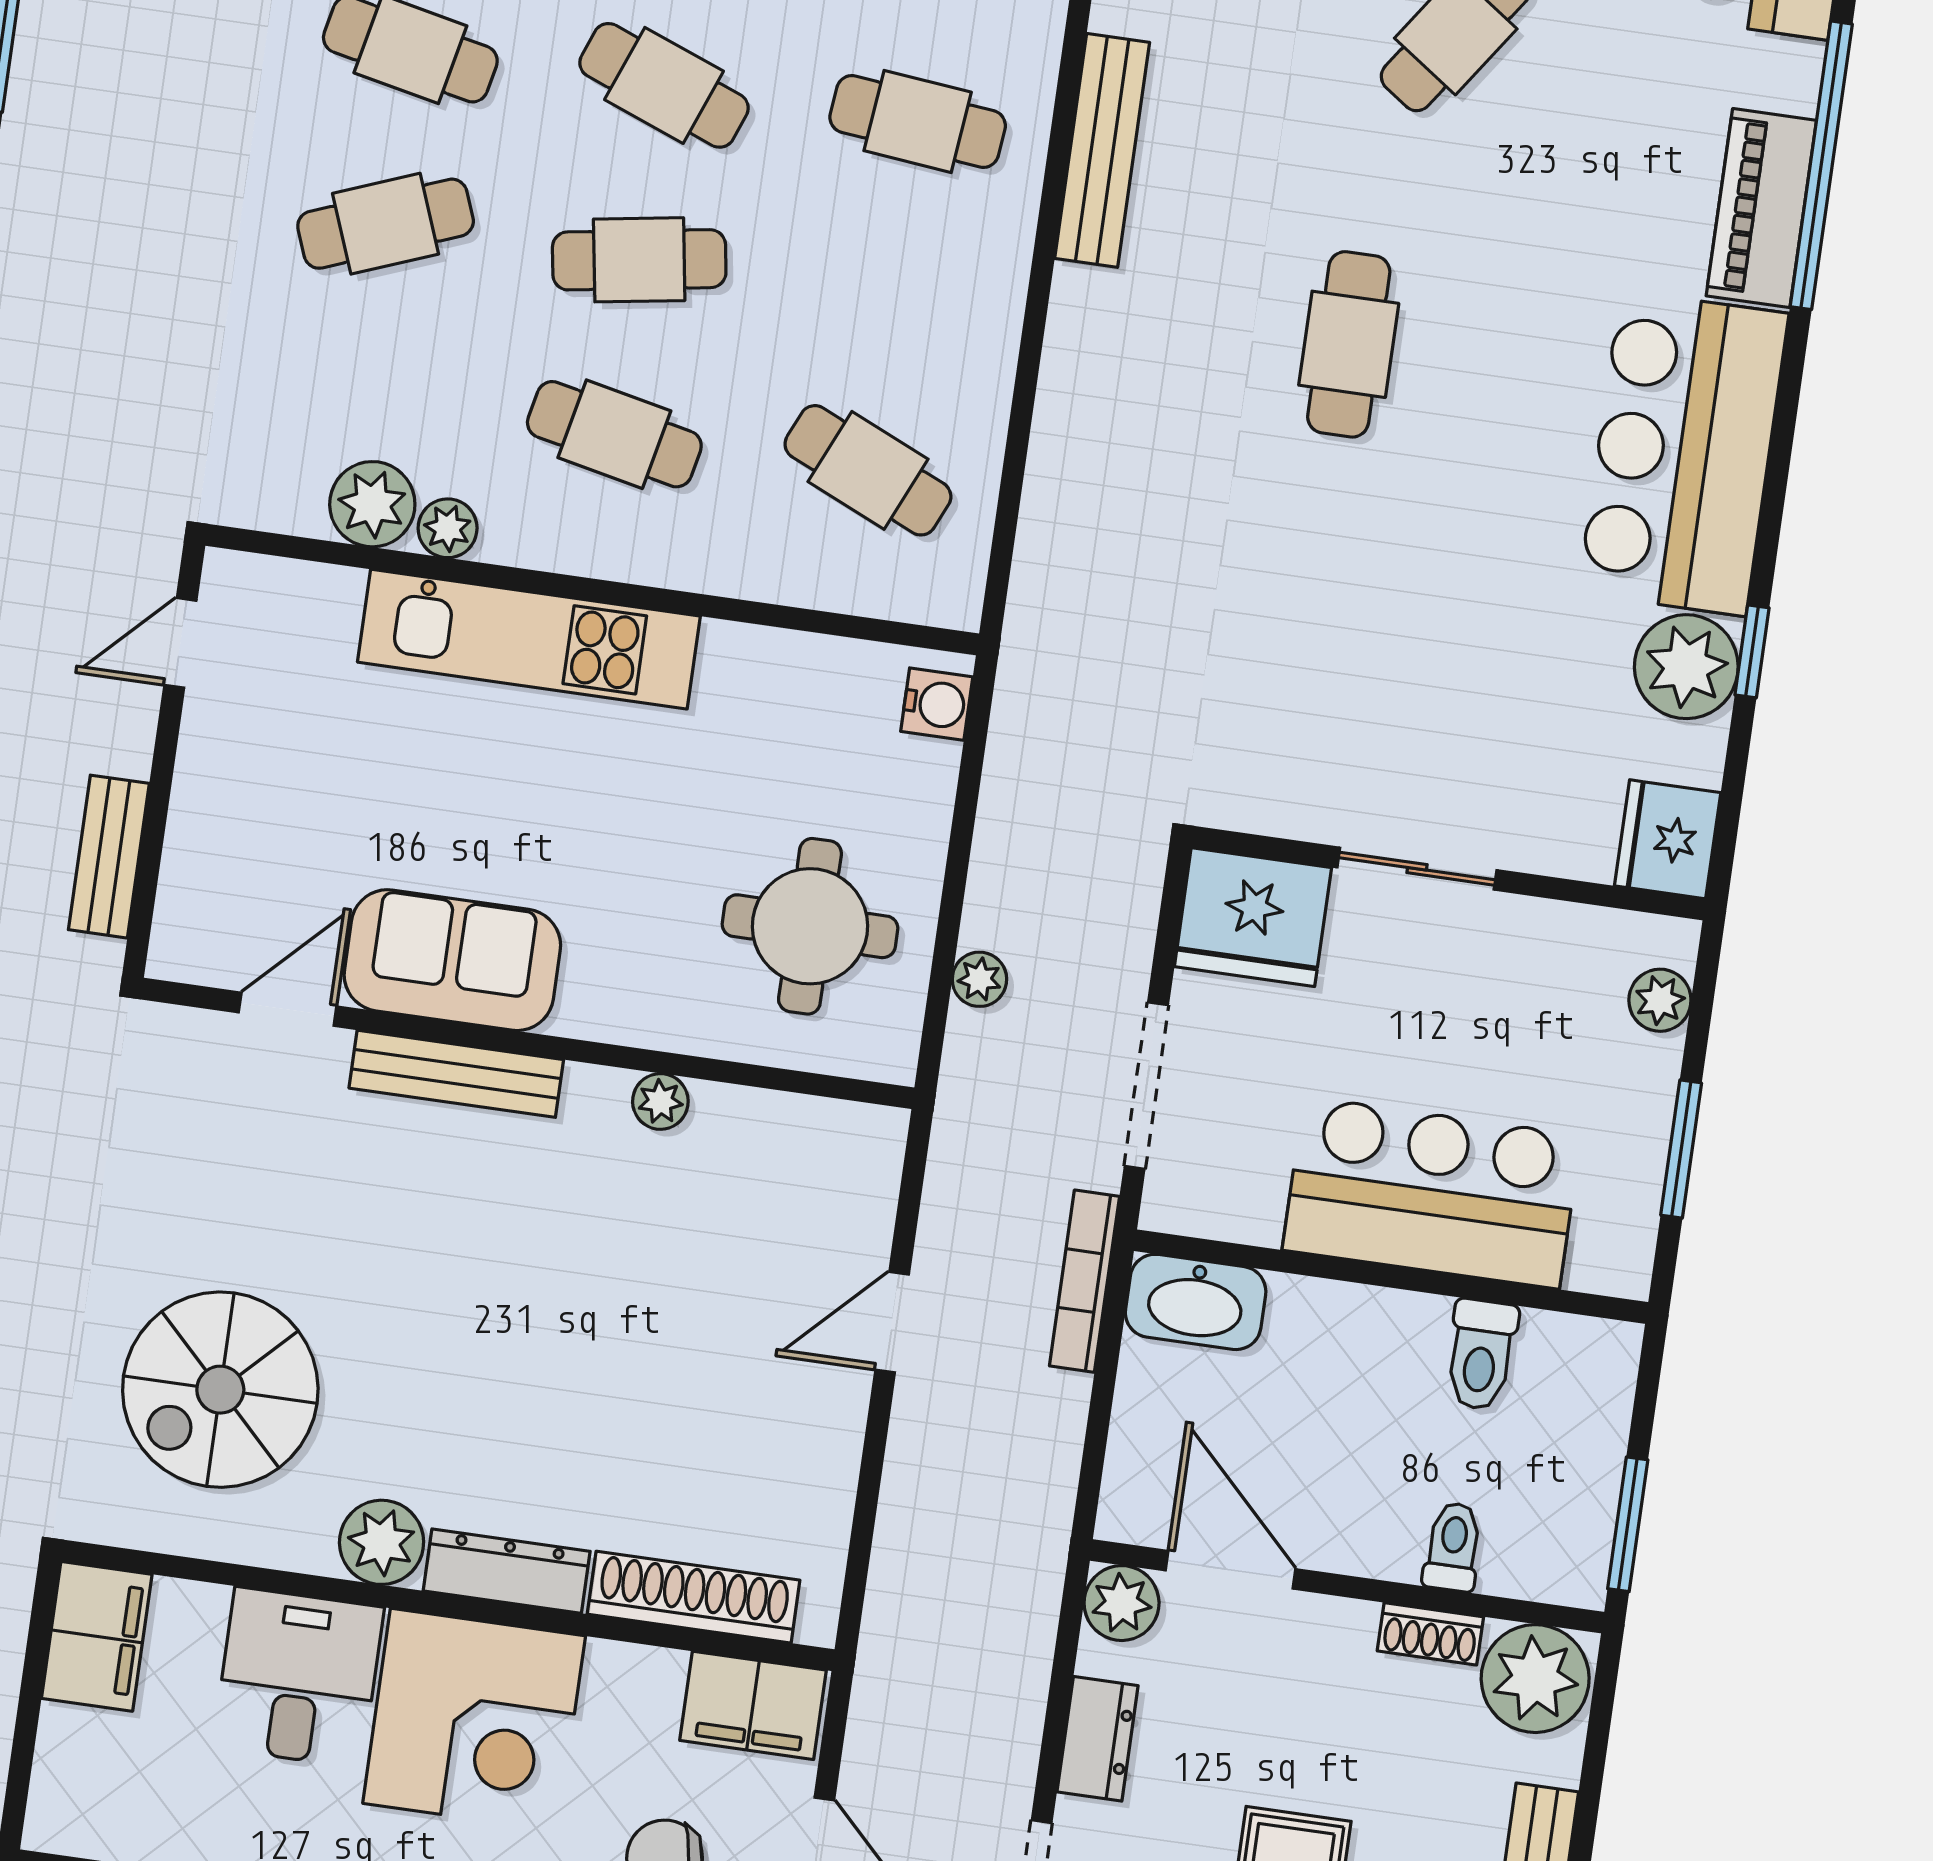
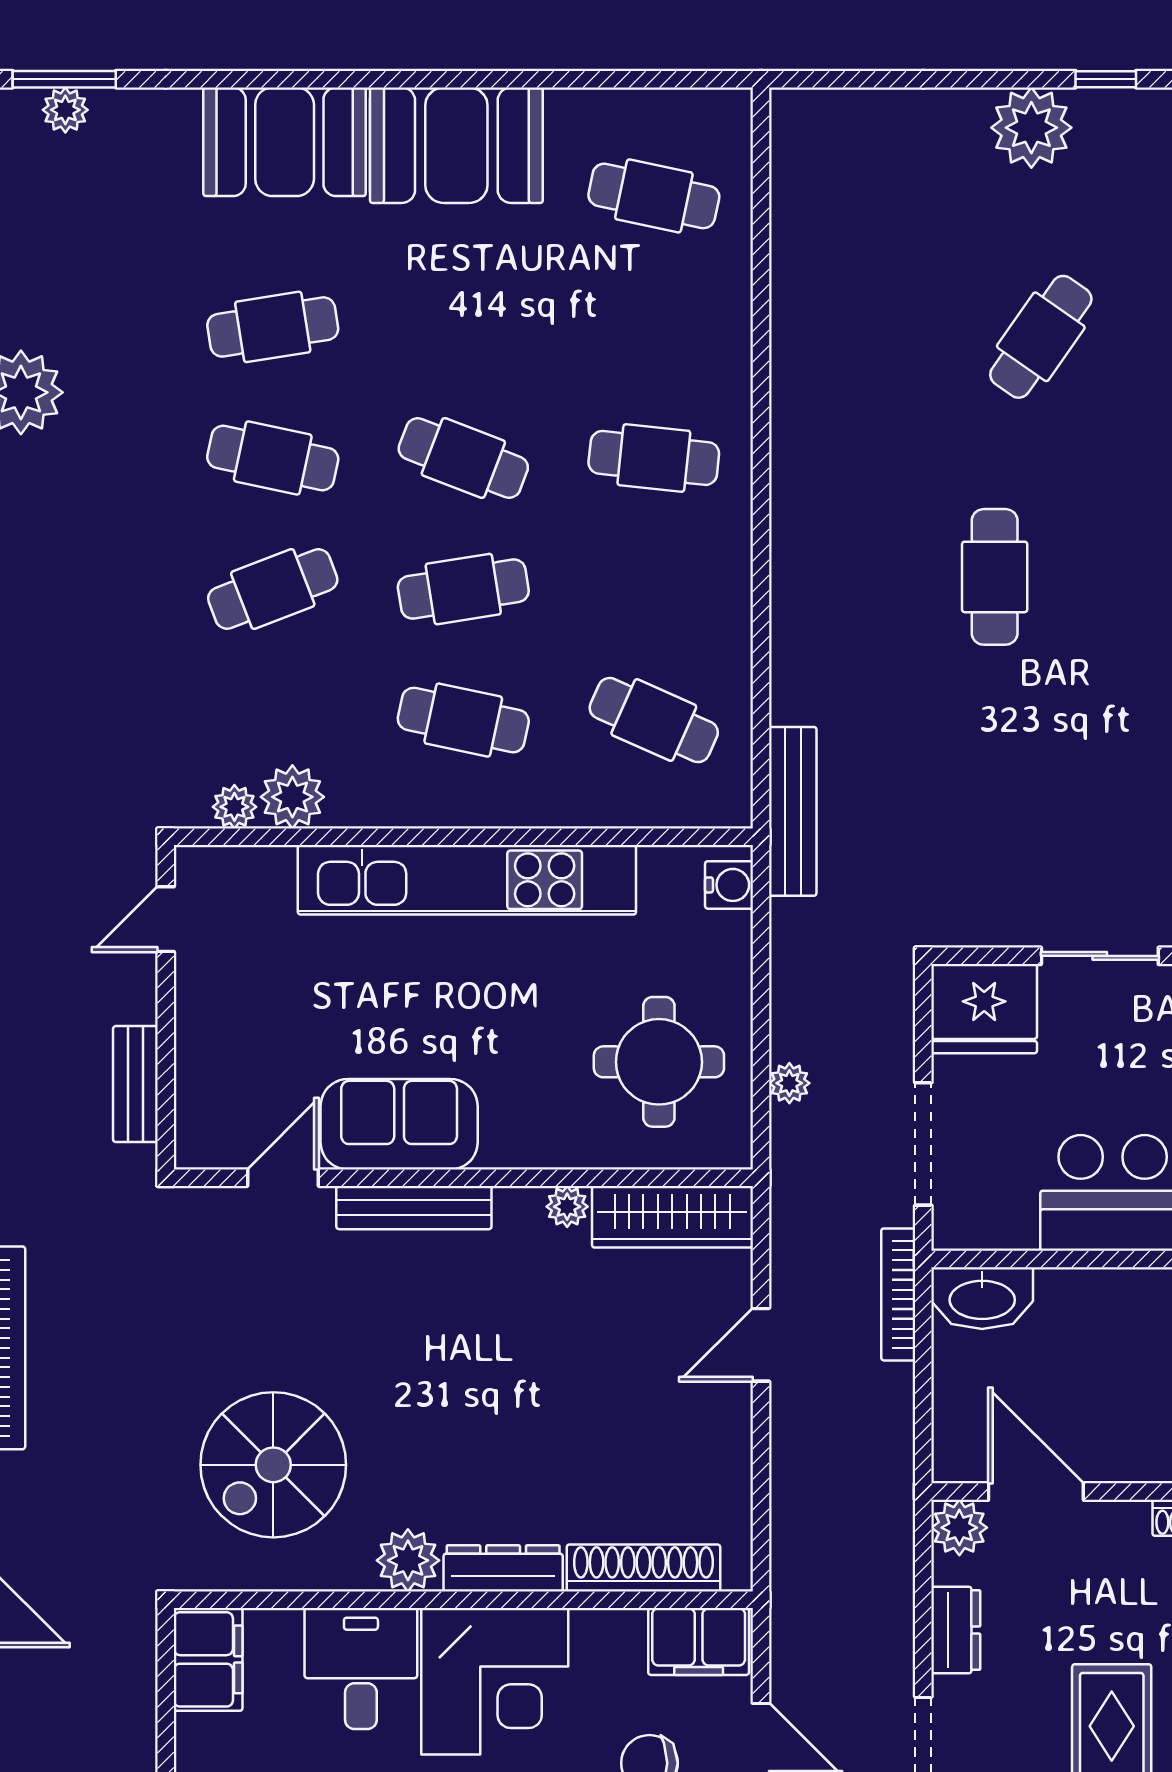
bench: (1102, 150) -> (793, 811), moved
plant: (448, 528) -> (234, 807), moved
kitchen unit: (529, 639) -> (467, 880), width x1.36
wardrobe: (798, 1135) -> (672, 1217), added

